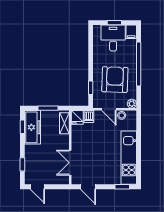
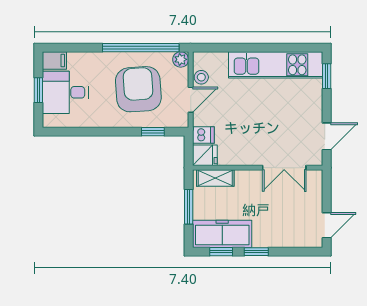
window: (139, 64) -> (141, 48), moved
armchair: (115, 80) -> (138, 89), turned 84
window: (22, 164) -> (256, 252), moved

